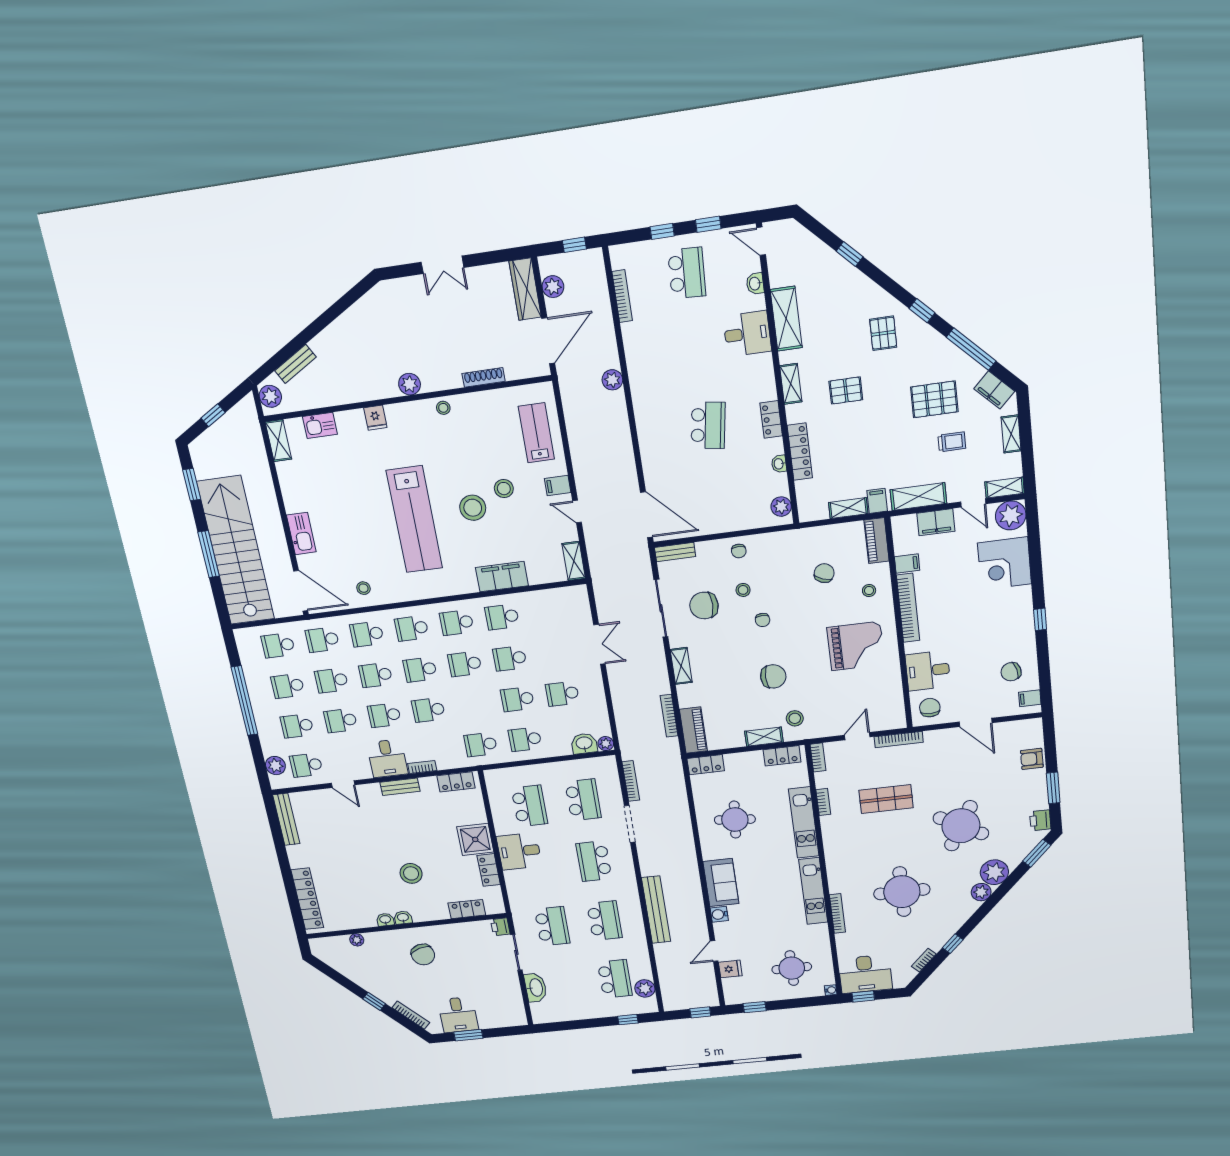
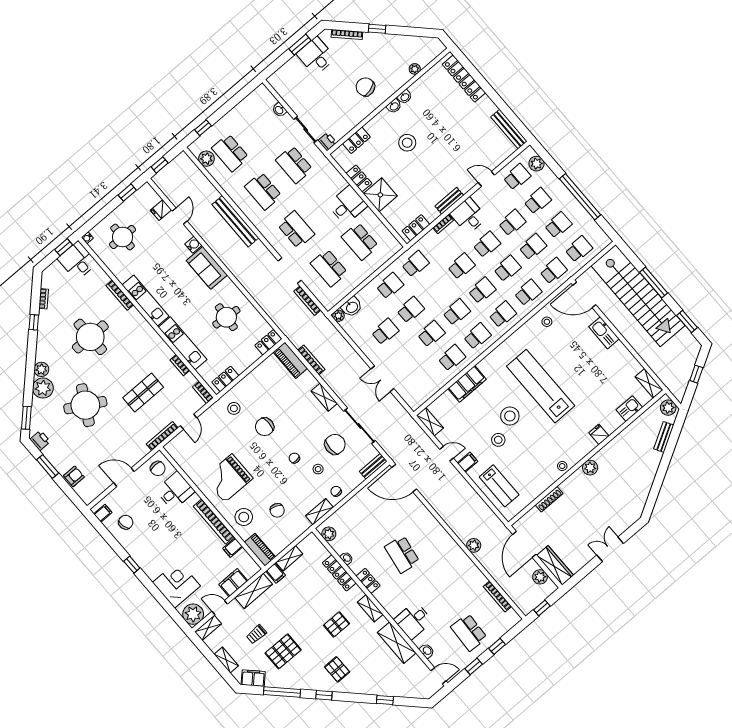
stool: (869, 591) -> (244, 517), width x1.89, depth x1.89
shelving: (764, 737) -> (319, 512), moved
desk: (865, 974) -> (77, 261), width x0.73
washbasin: (536, 988) -> (279, 110), width x0.52, depth x0.69

